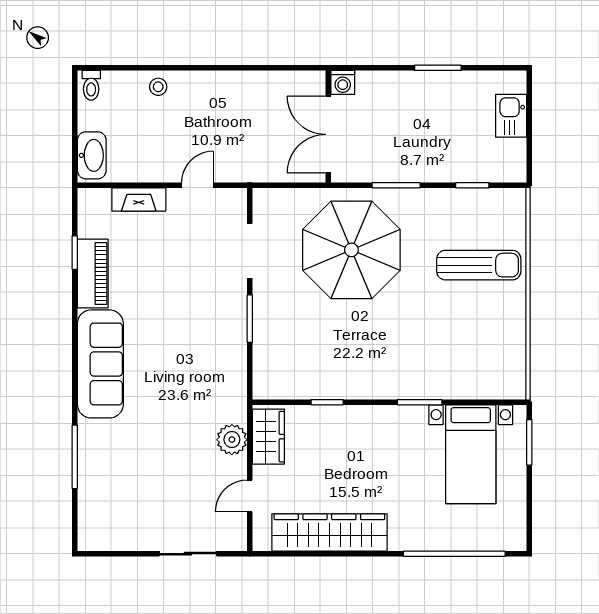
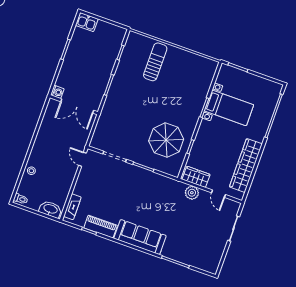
kitchen sink: (511, 116) -> (87, 22), moved
door: (197, 185) -> (82, 159), moved
fireplace: (139, 199) -> (72, 207), moved
parasol: (351, 250) -> (166, 140), moved, width x0.73, depth x0.73
bed with nightstands: (471, 454) -> (229, 108), moved

